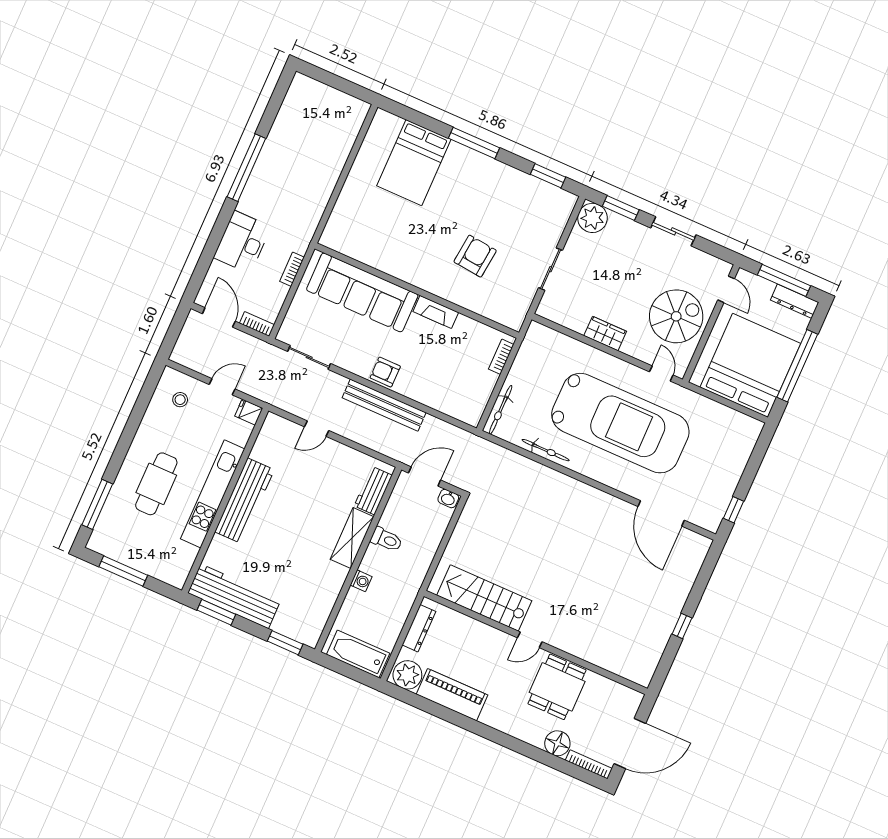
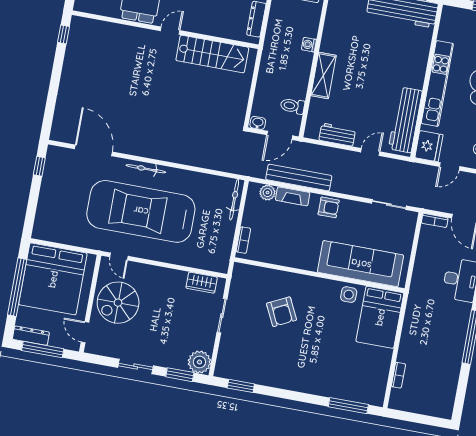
window: (474, 143) -> (348, 406), moved
bed: (414, 163) -> (380, 317), moved, turned 180
armchair: (475, 256) -> (282, 312), turned -32
side table: (386, 257) -> (349, 295), added
bookcase: (292, 269) -> (398, 375), moved
fireplace: (436, 312) -> (293, 196), moved, turned 180
wardrobe: (605, 334) -> (202, 283), moved
bench: (384, 405) -> (299, 178), moved
plant: (457, 409) -> (267, 193), added
fridge: (249, 412) -> (429, 146), width x1.88, depth x1.34
bicycle: (546, 450) -> (146, 169), moved
workbench: (373, 491) -> (337, 135), moved, turned -90
workbench: (244, 501) -> (405, 120), moved
toilet: (386, 539) -> (293, 106), moved
window: (682, 626) -> (64, 34), moved

